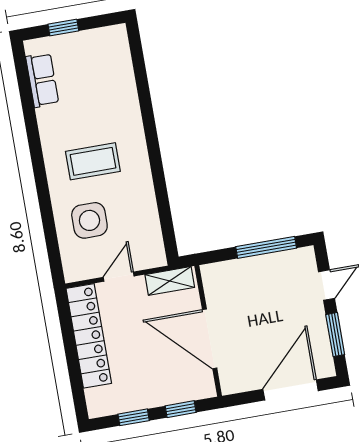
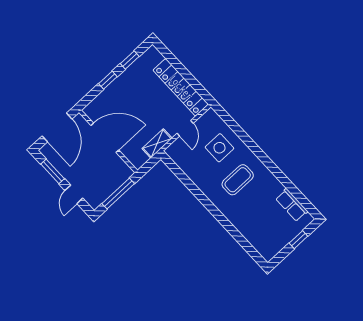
wall: (208, 331) -> (108, 141), moved
door: (210, 339) -> (105, 138), moved

